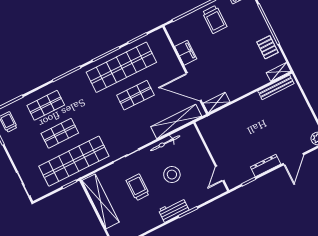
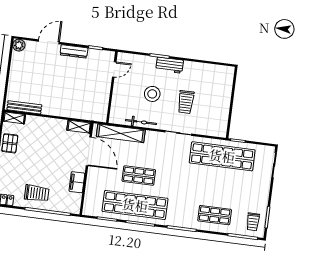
trolley: (214, 19) -> (37, 193), turned 90
shop shelf: (60, 133) -> (218, 186), removed
shelving: (101, 201) -> (222, 111), removed

